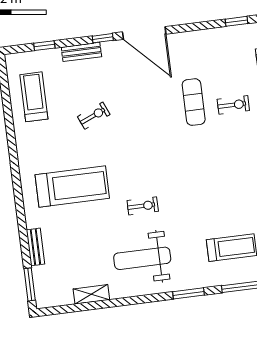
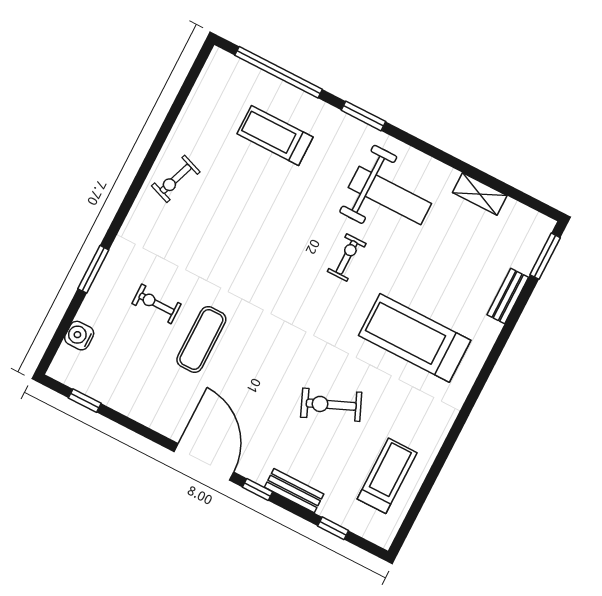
treadmill: (34, 97) -> (387, 476), turned 180
exercise bike: (94, 116) -> (331, 405), width x1.38, depth x1.39
exercise bike: (143, 206) -> (347, 257), turned 90

